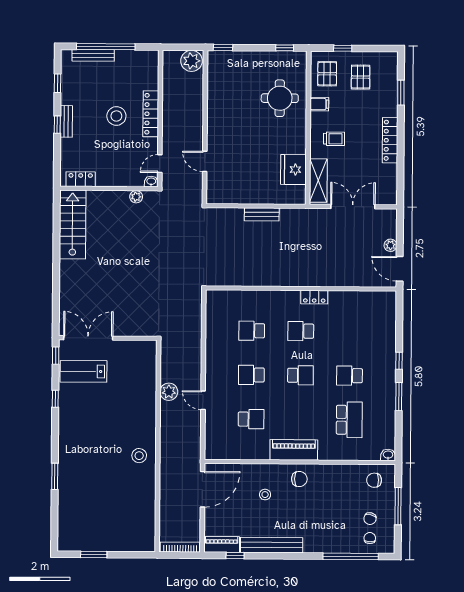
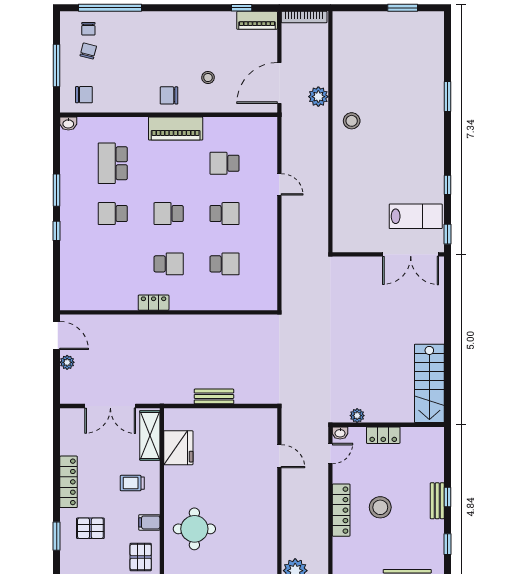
pallet: (361, 77) -> (90, 528), moved, turned 90
locker: (81, 179) -> (383, 435), moved
school desk: (350, 376) -> (113, 214), turned 180
plant: (169, 392) -> (318, 97), moved
bench: (272, 545) -> (200, 20), removed

